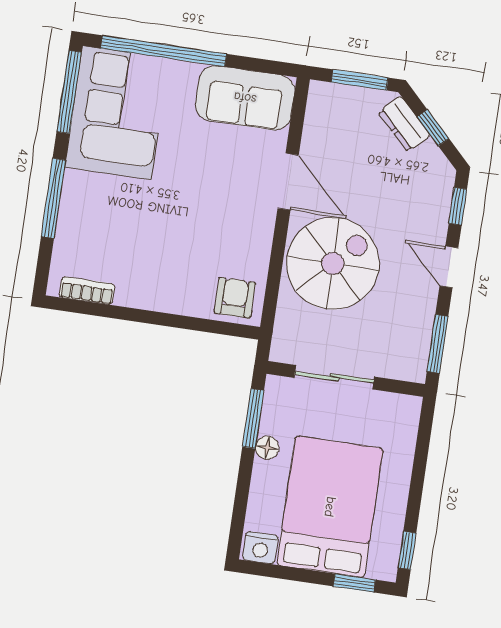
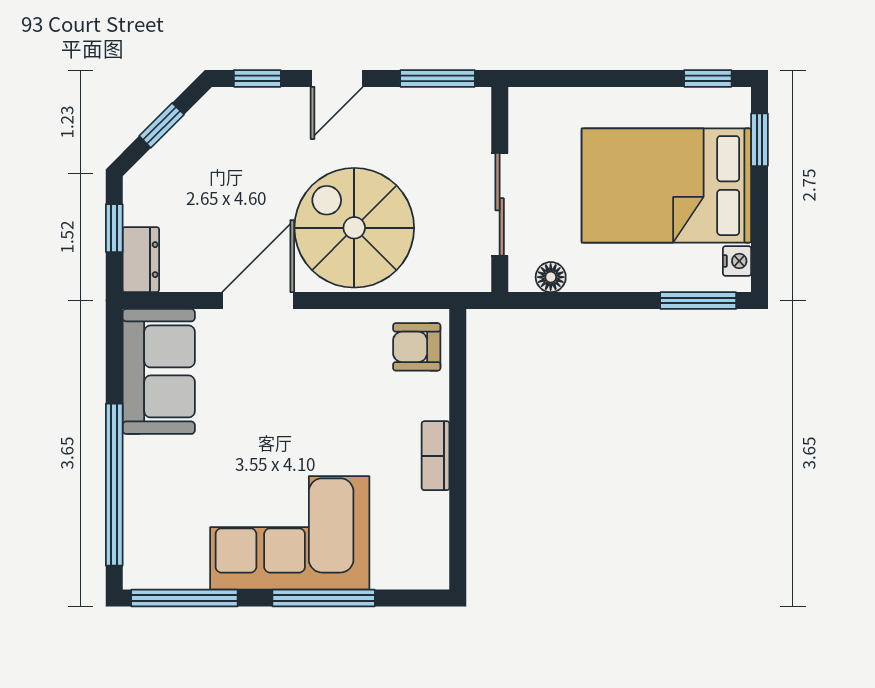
window: (360, 80) -> (114, 228), width x0.67
corner sofa: (117, 113) -> (290, 533), moved
dresser: (404, 124) -> (141, 260), moved, turned -45
bookcase: (87, 291) -> (436, 456), moved
window: (253, 419) -> (698, 301), moved
floor lamp: (267, 448) -> (551, 277), moved
nightstand: (260, 548) -> (737, 261), width x0.72, depth x0.74

